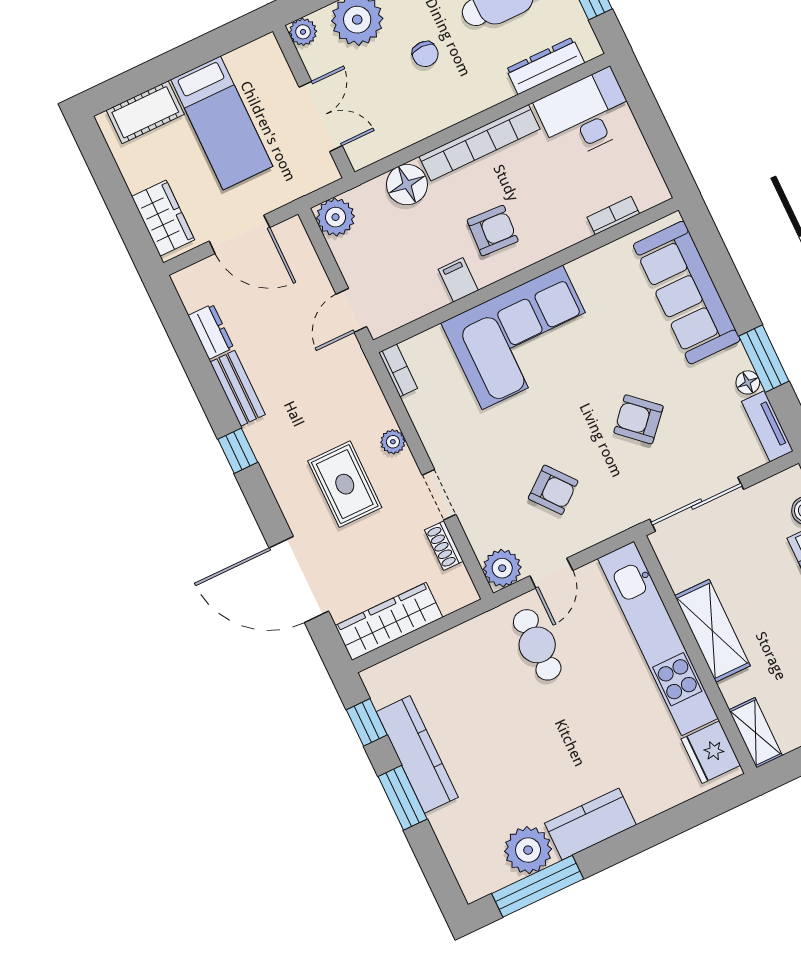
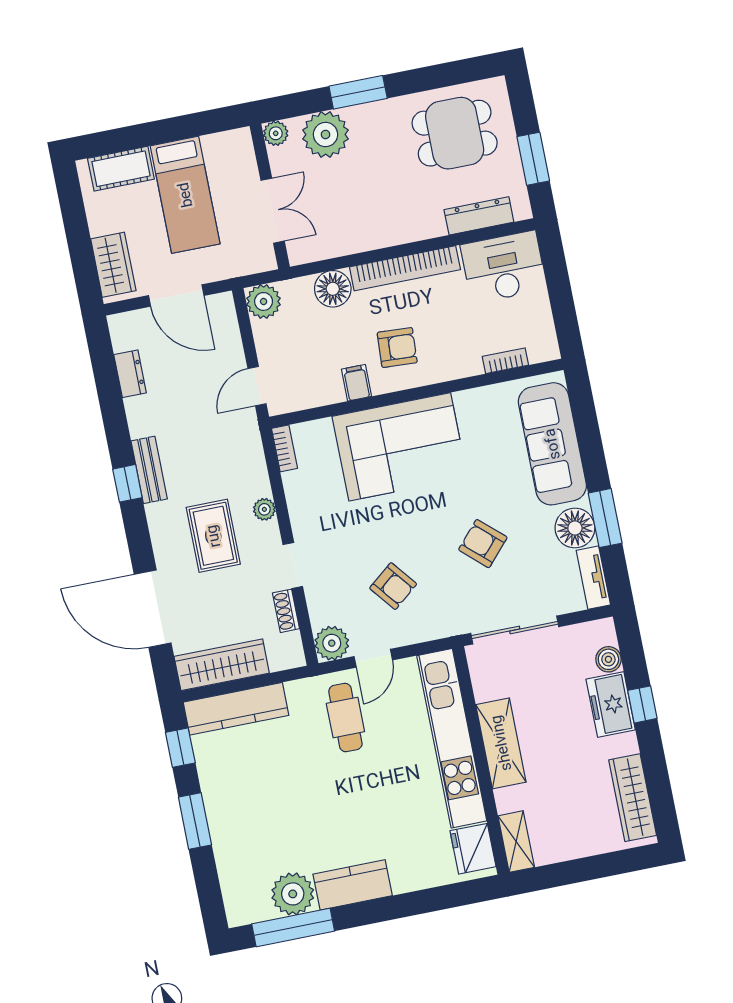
chair: (425, 54) -> (377, 179), removed
floor lamp: (748, 382) -> (575, 528), width x1.89, depth x1.89
bench: (238, 388) -> (149, 470), moved
kitchen counter: (417, 754) -> (236, 709), moved, turned 90

